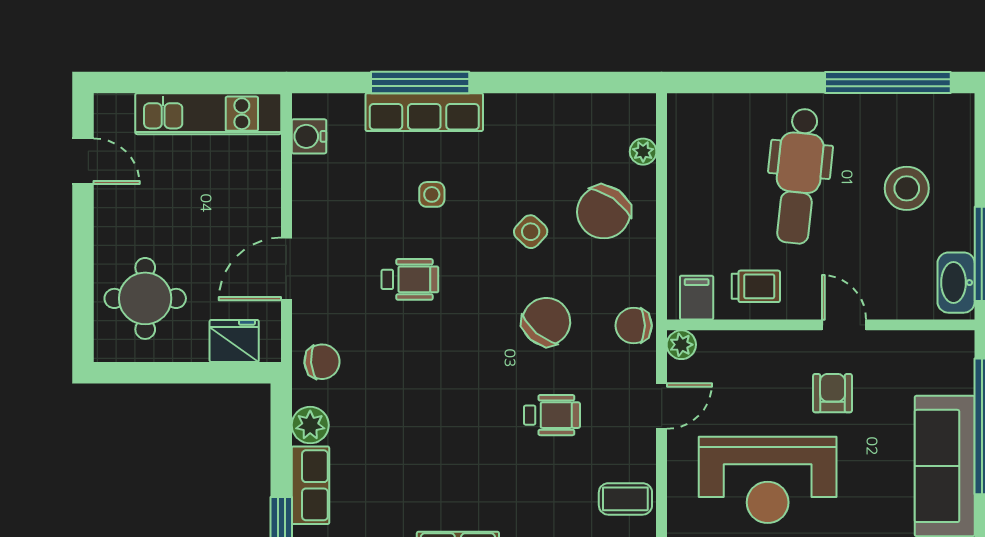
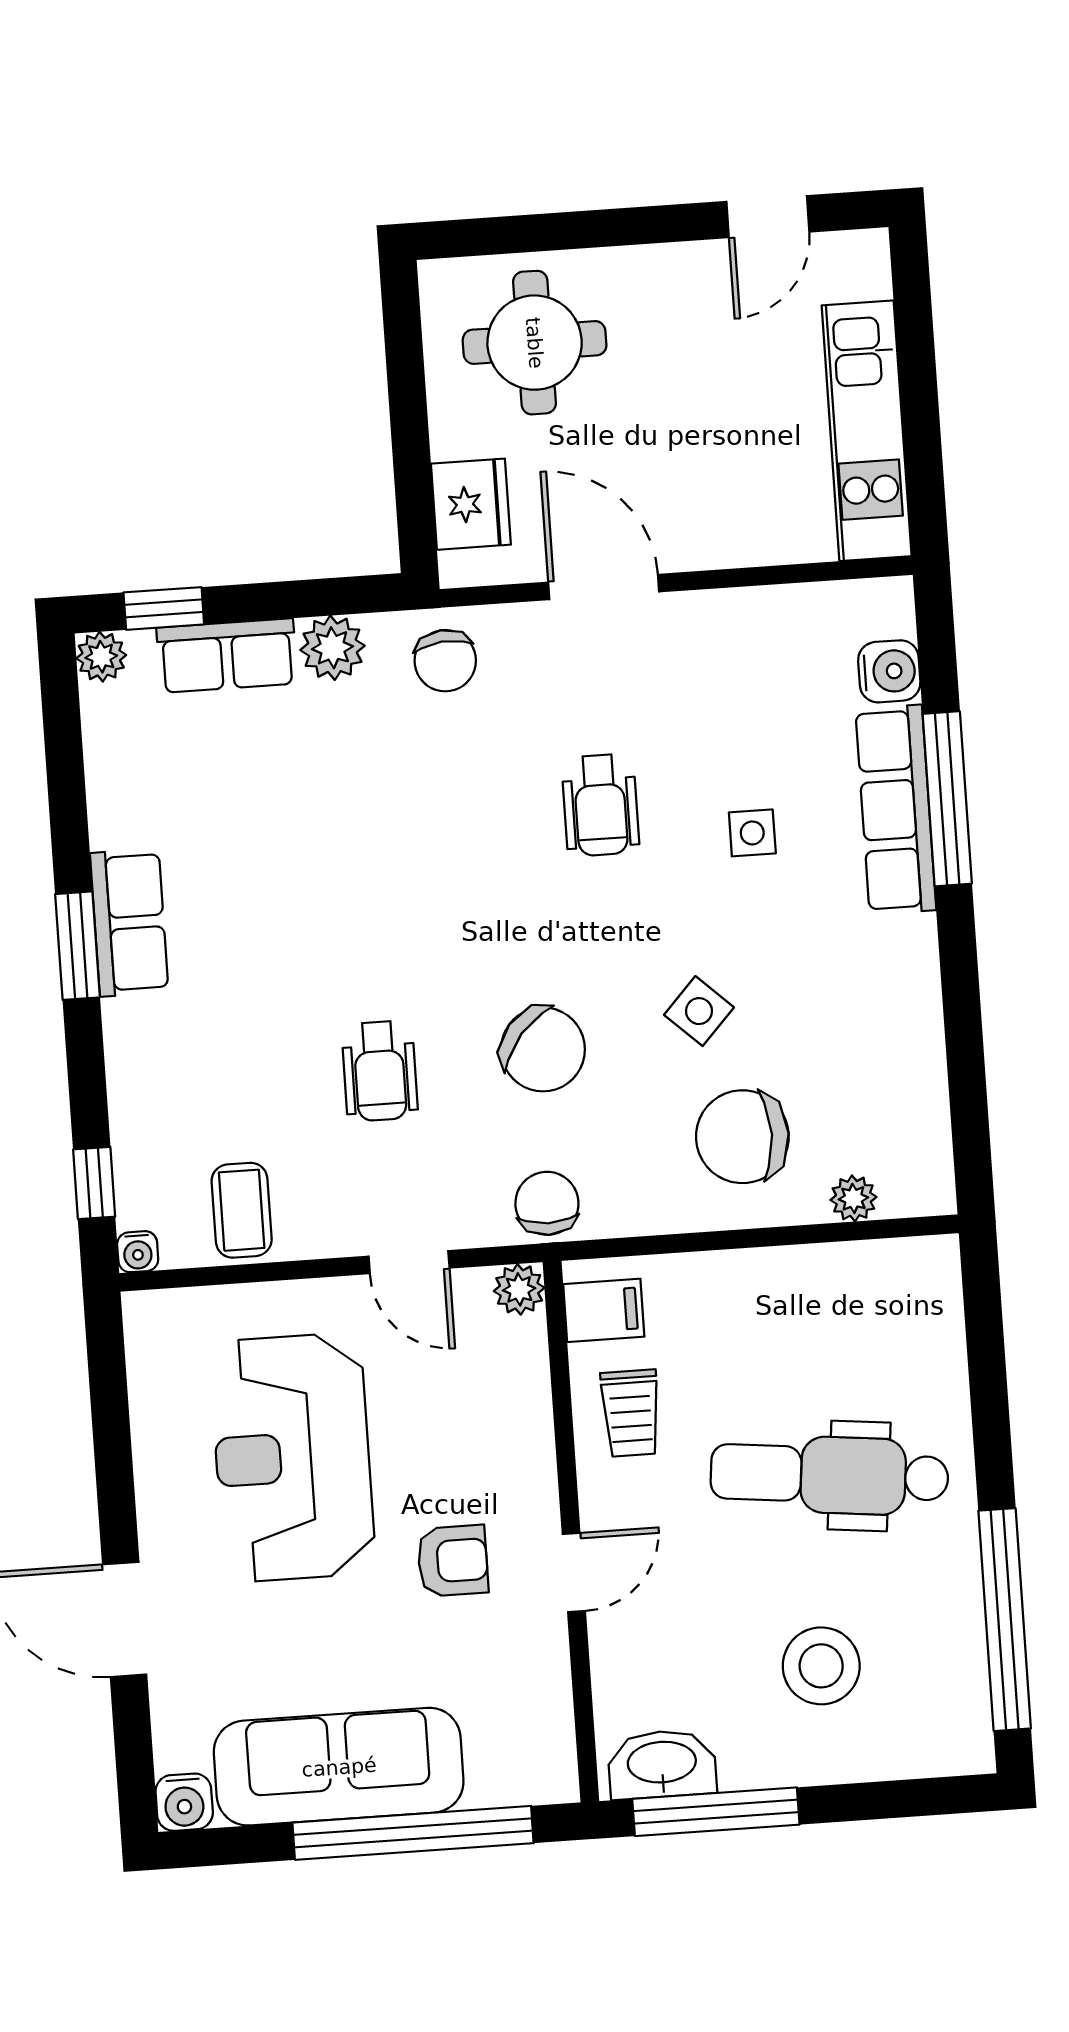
water cooler: (309, 136) -> (889, 671), moved, turned 90
chair: (604, 212) -> (742, 1137), turned -35

